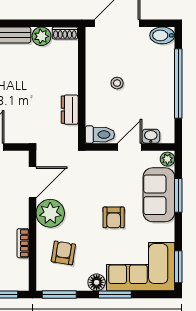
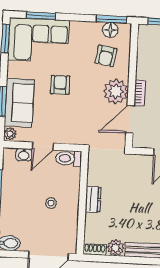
dresser: (70, 110) -> (93, 199), moved
bookcase: (23, 243) -> (140, 93), moved
floor lamp: (97, 282) -> (110, 30), moved
window: (115, 295) -> (41, 16), moved

